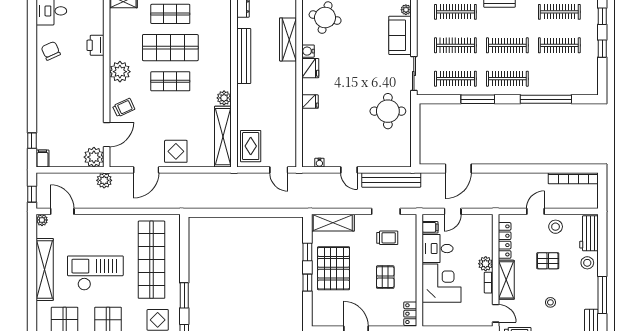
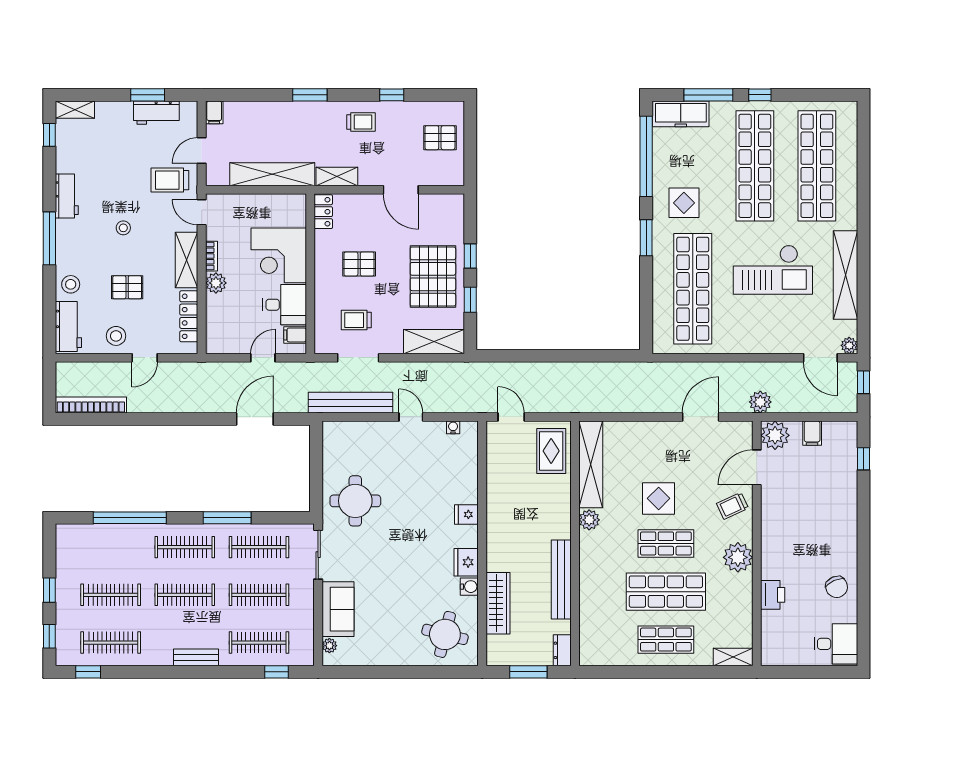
display table: (176, 151) -> (659, 498), moved
filing cabinet: (43, 159) -> (812, 433), moved
pallet: (385, 277) -> (359, 264), turned 90

